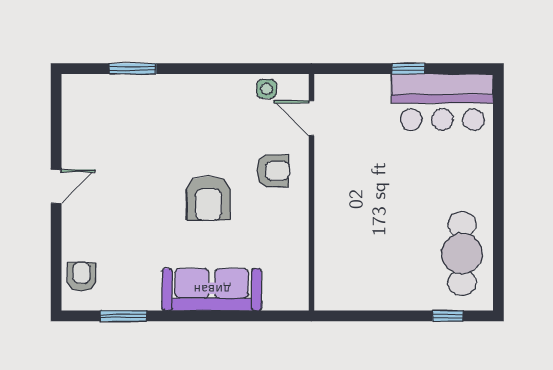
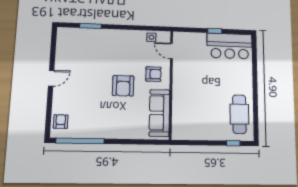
sofa: (212, 290) -> (159, 113), moved, turned -90
window: (123, 316) -> (80, 141), width x2.11

